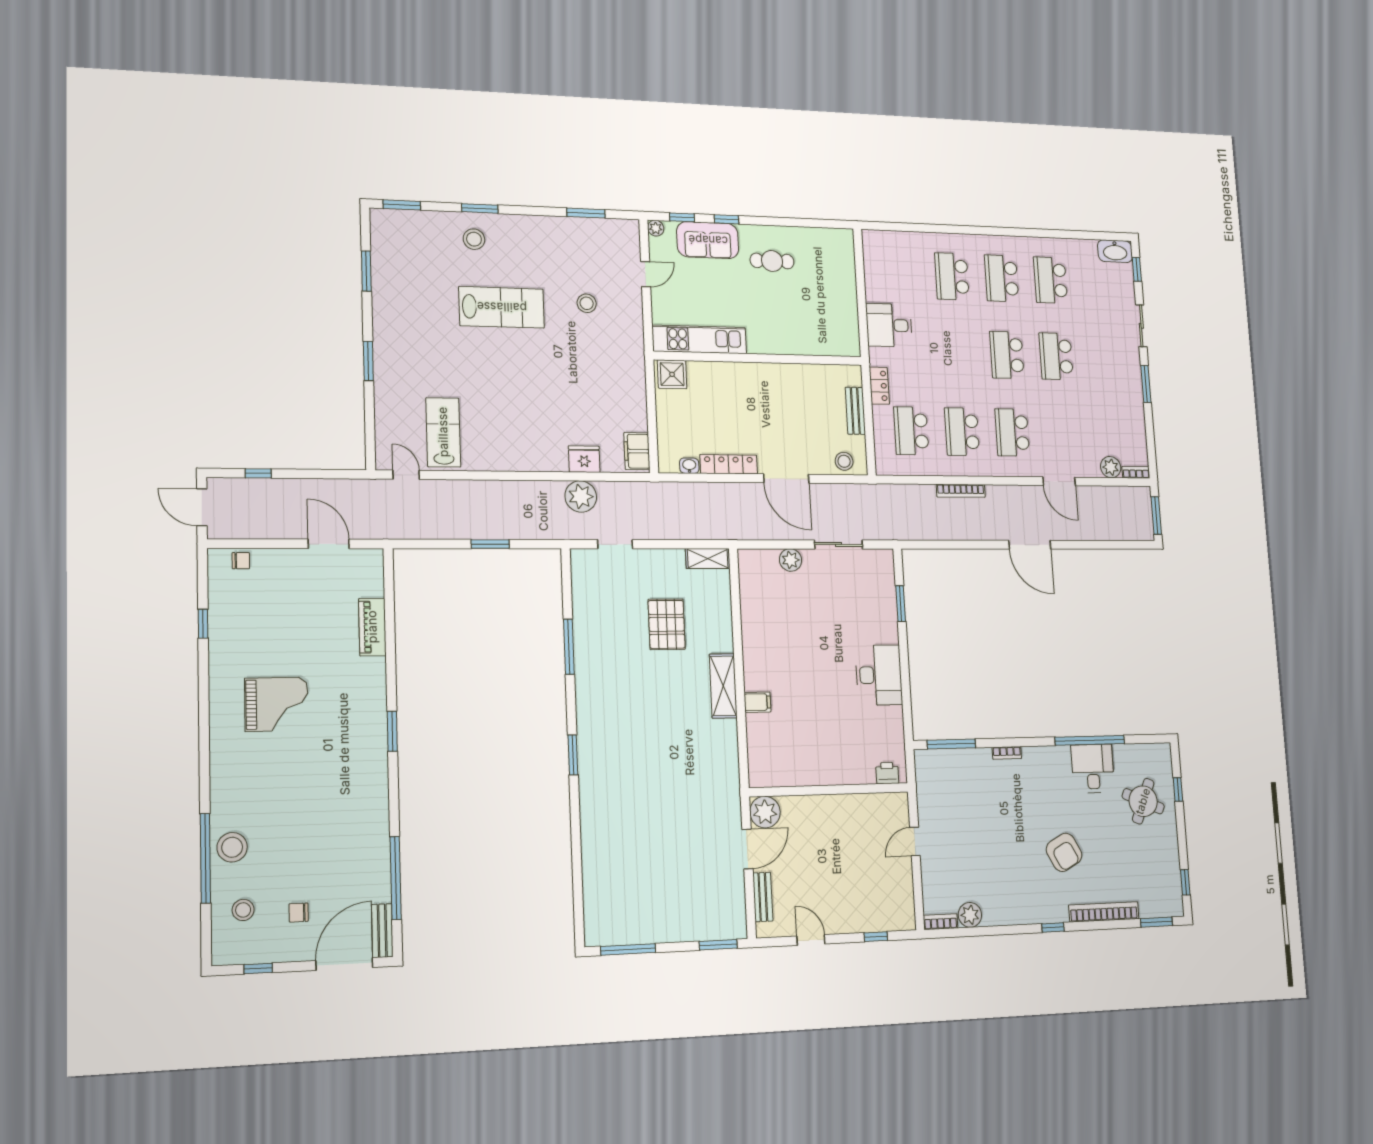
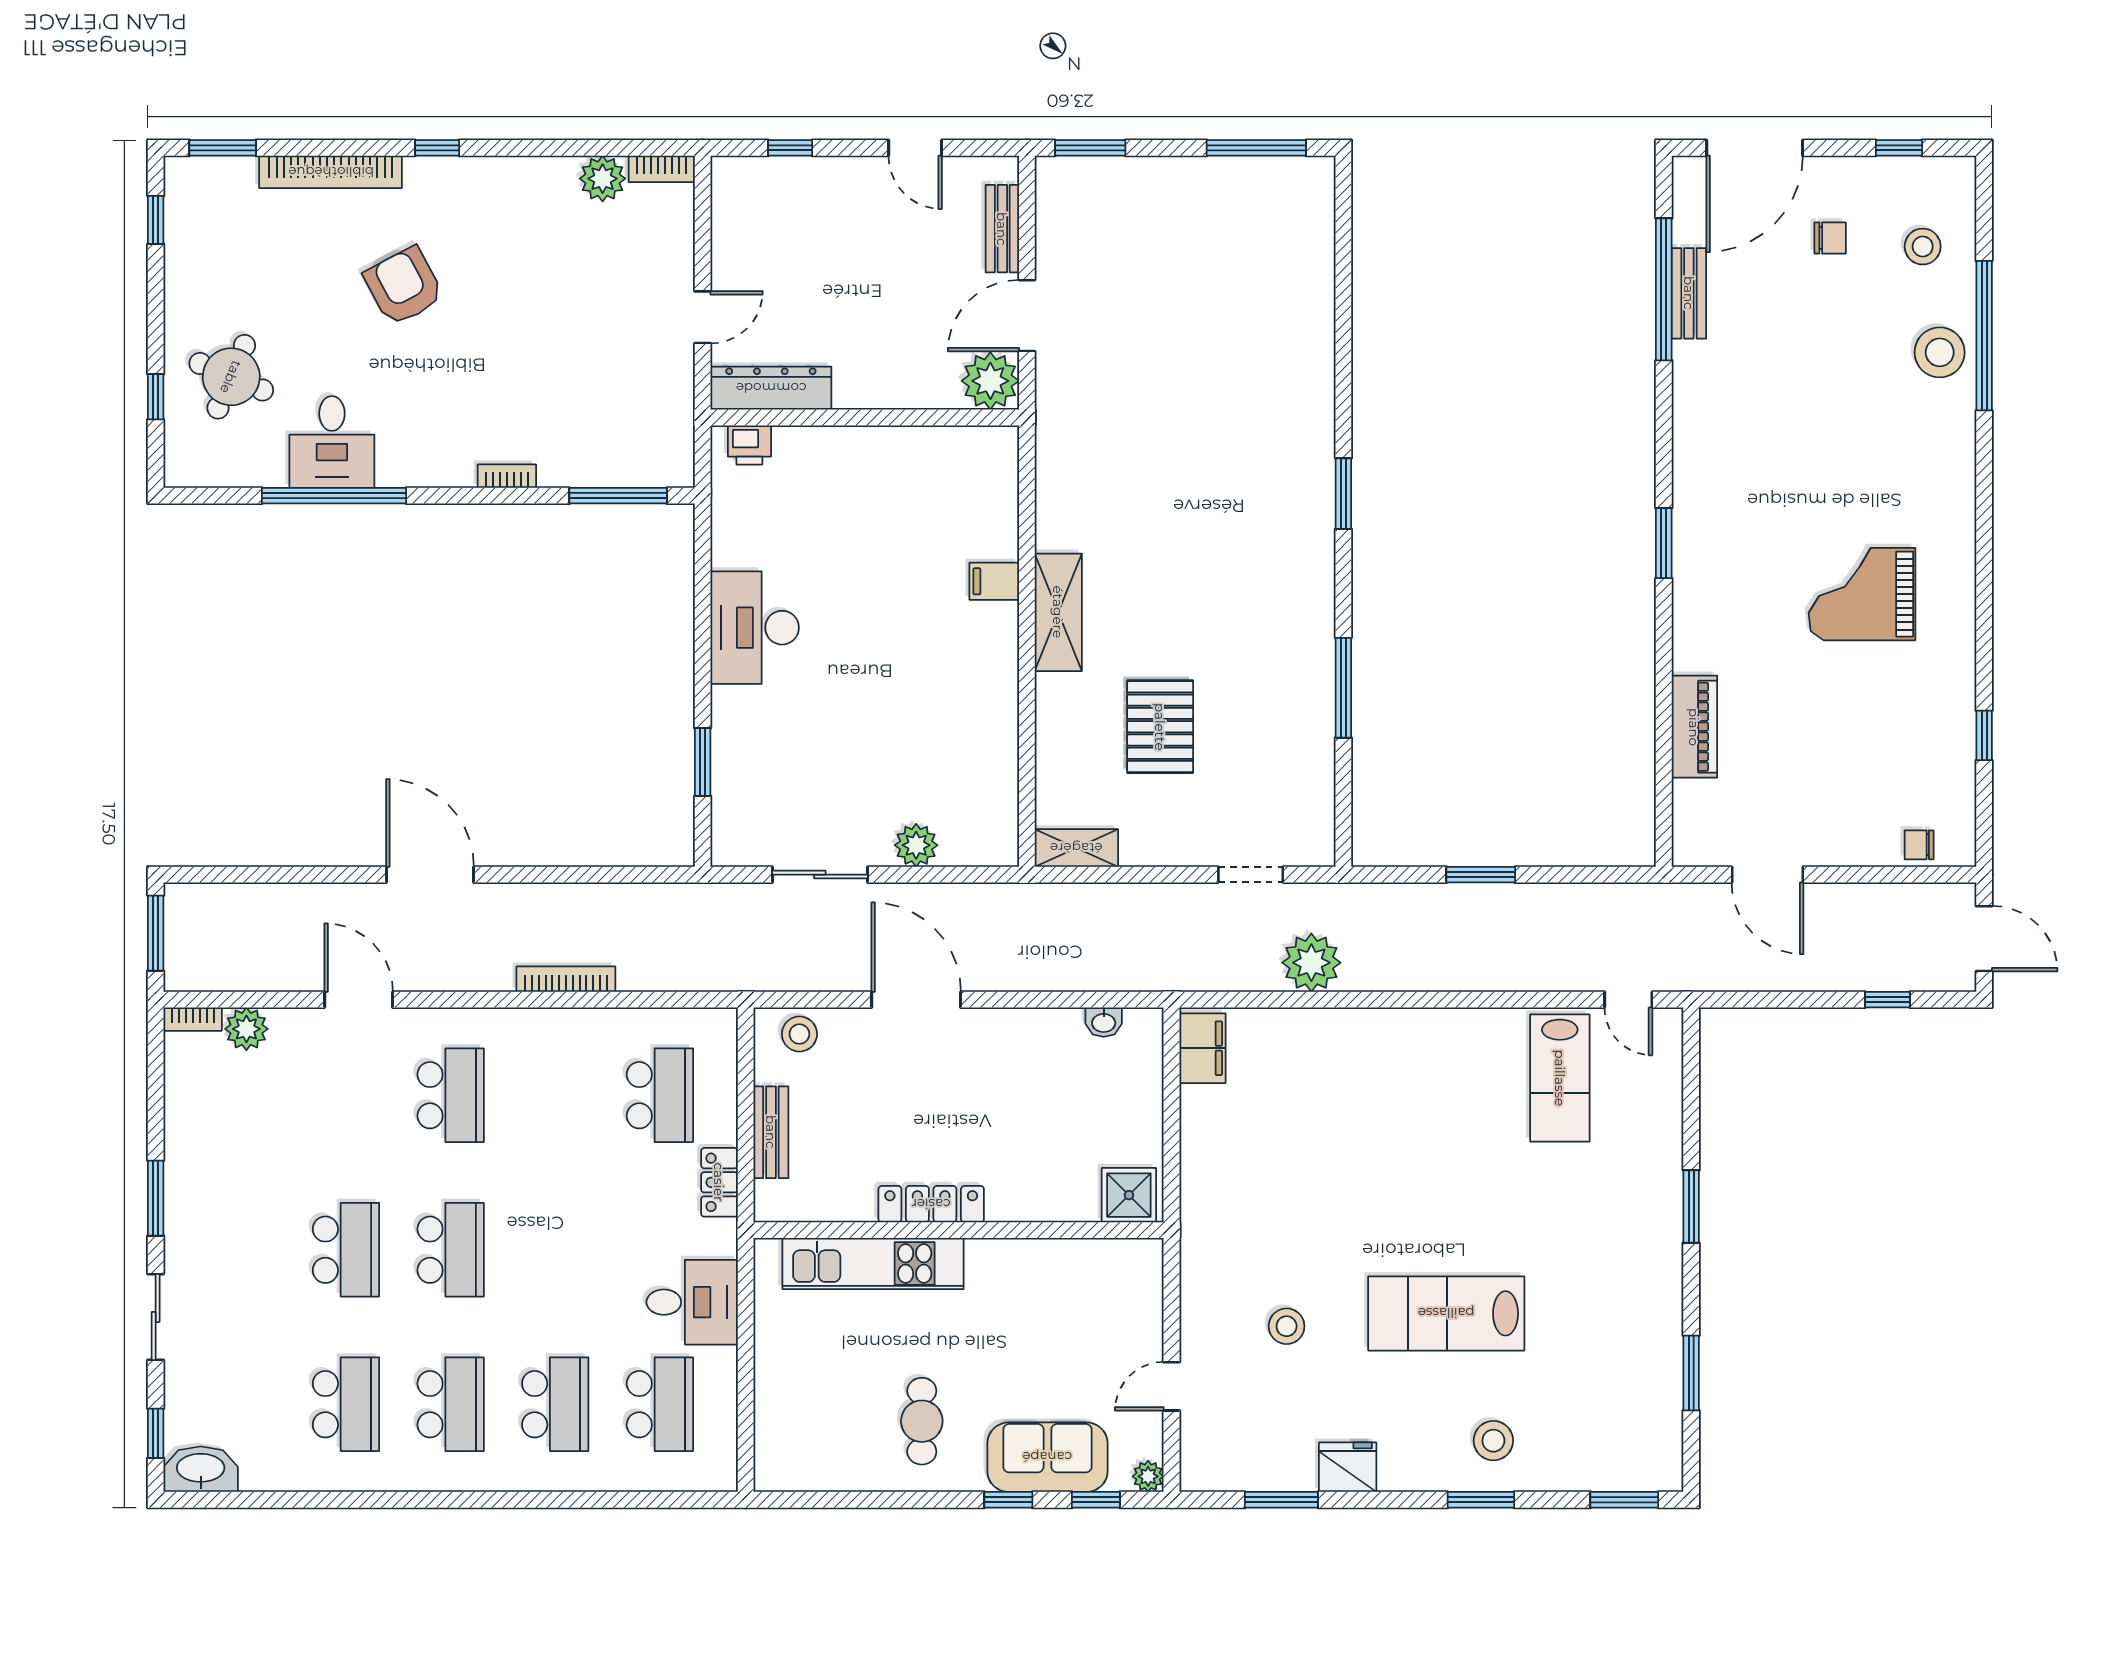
cafe table: (772, 261) -> (922, 1421), turned 90
kitchen unit: (699, 339) -> (873, 1264), moved
school desk: (962, 432) -> (660, 1404), moved
fridge: (584, 459) -> (1348, 1467), moved, turned 180
locker: (729, 464) -> (931, 1204), moved, turned 180
dresser: (878, 804) -> (771, 388), added
bench: (382, 931) -> (1689, 293), moved

